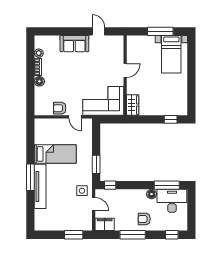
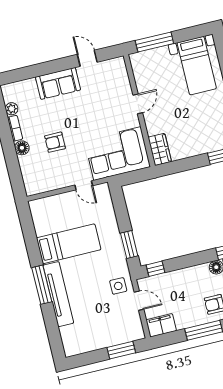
window: (160, 31) -> (154, 42), moved
armchair: (60, 108) -> (55, 142), moved

